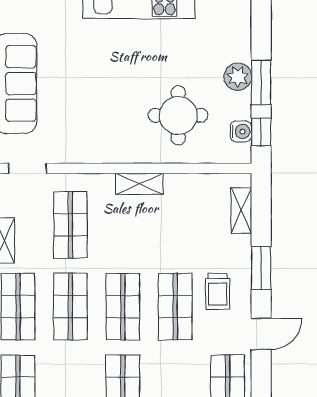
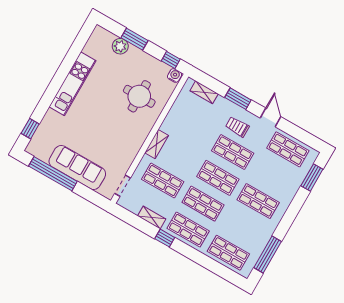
plant: (238, 77) -> (120, 46), moved
window: (261, 82) -> (134, 39), moved
water cooler: (241, 131) -> (175, 75), moved
shelving: (140, 184) -> (157, 144), moved
trolley: (218, 292) -> (237, 127), turned 180

